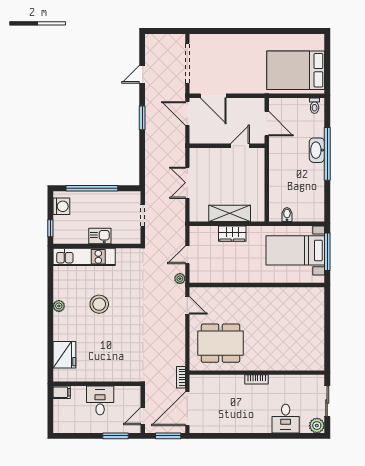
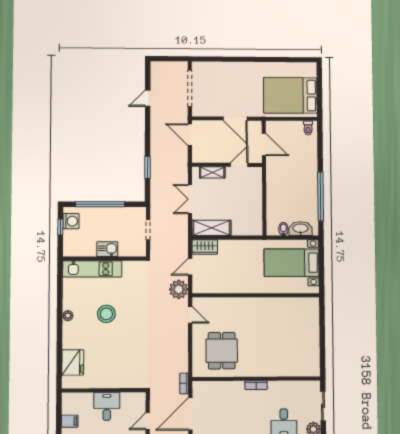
door: (213, 96) -> (235, 119), moved
window: (142, 118) -> (148, 167), moved
washbasin: (317, 150) -> (300, 229), moved, turned 90
shelving: (211, 154) -> (212, 172), added
window: (327, 154) -> (321, 196), moved
shelving: (230, 213) -> (211, 228), moved
window: (50, 228) -> (60, 227), moved
wardrobe: (232, 234) -> (205, 247), moved
window: (327, 252) -> (321, 264), removed
plant: (180, 279) -> (179, 289), width x1.87, depth x1.87
dining table: (221, 343) -> (222, 351), width x0.73
filing cabinet: (62, 392) -> (70, 421), moved

